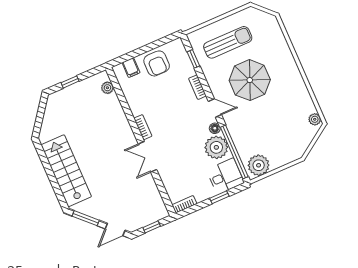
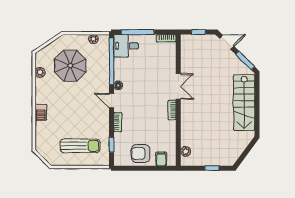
sun lounger: (228, 42) -> (80, 146), turned 180
barbecue: (288, 61) -> (41, 112), added
armchair: (157, 63) -> (141, 153), turned -90
parasol: (250, 80) -> (70, 66), moved
plant: (315, 119) -> (40, 72), moved
plant: (216, 147) -> (123, 71), removed
plant: (259, 165) -> (93, 39), width x0.53, depth x0.53
window: (219, 197) -> (138, 32), width x2.17

